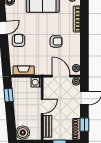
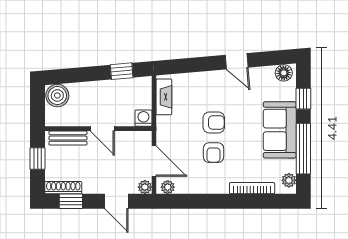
armchair: (19, 40) -> (214, 123), moved
door: (61, 76) -> (154, 161), hinge flipped

